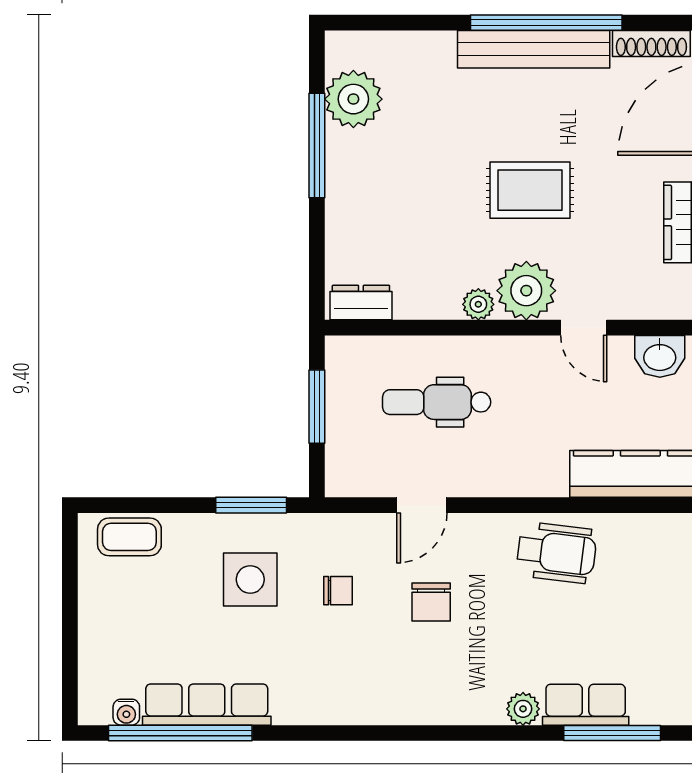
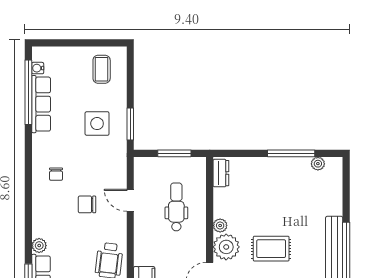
plant: (353, 99) -> (318, 164), width x0.53, depth x0.53
rug: (530, 190) -> (271, 249), turned 90
coffee table: (129, 537) -> (102, 69), moved
chair: (338, 591) -> (56, 174), moved

